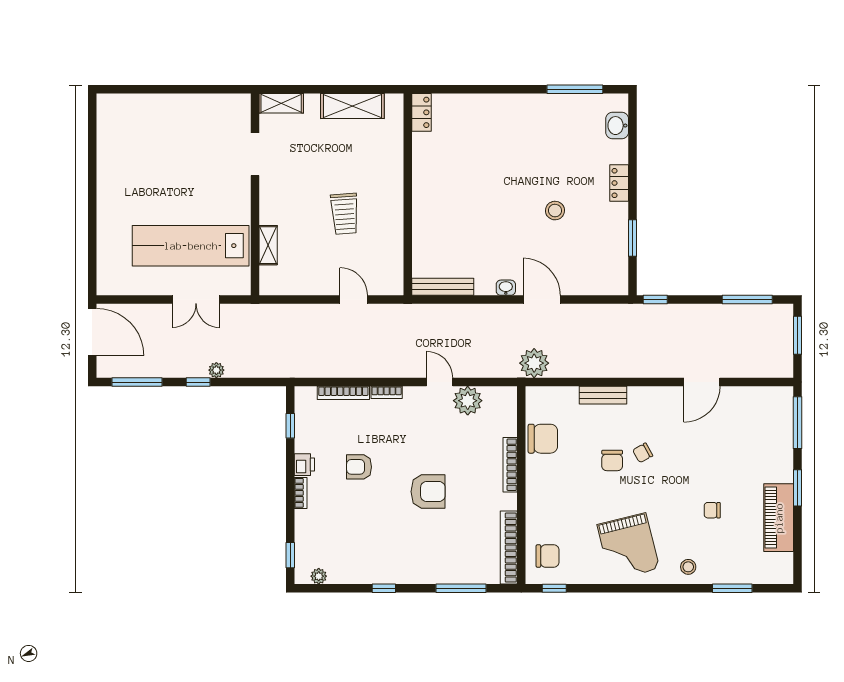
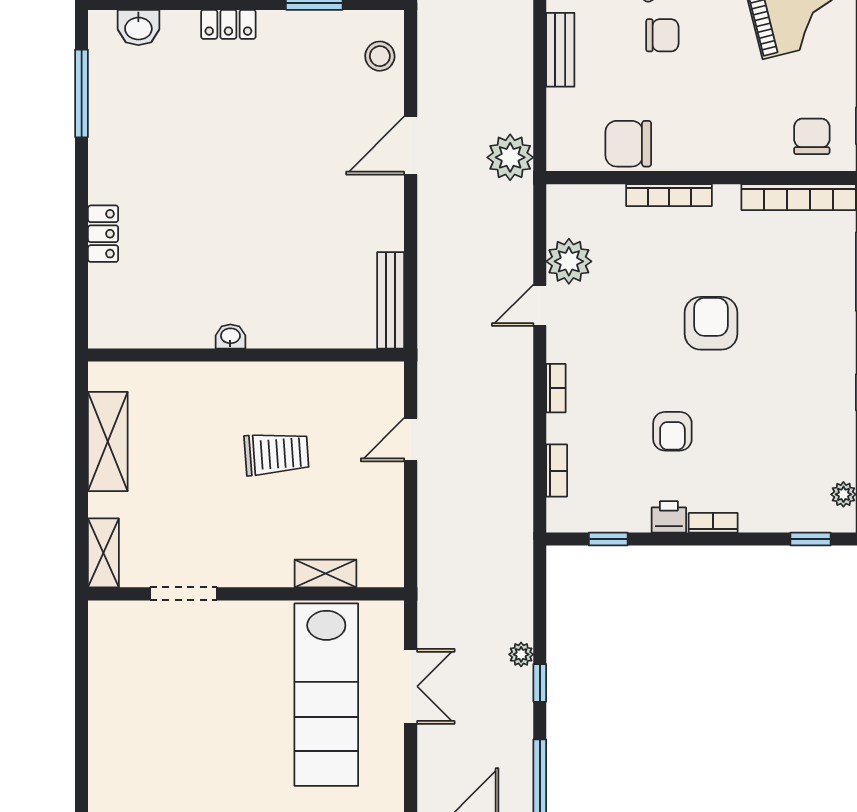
locker: (422, 112) -> (103, 234), moved, turned 90
stool: (555, 211) -> (380, 56), moved
washbasin: (506, 288) -> (230, 337), moved, turned 90
bookcase: (343, 393) -> (557, 471), width x0.64
chair: (543, 439) -> (628, 144), turned -90

